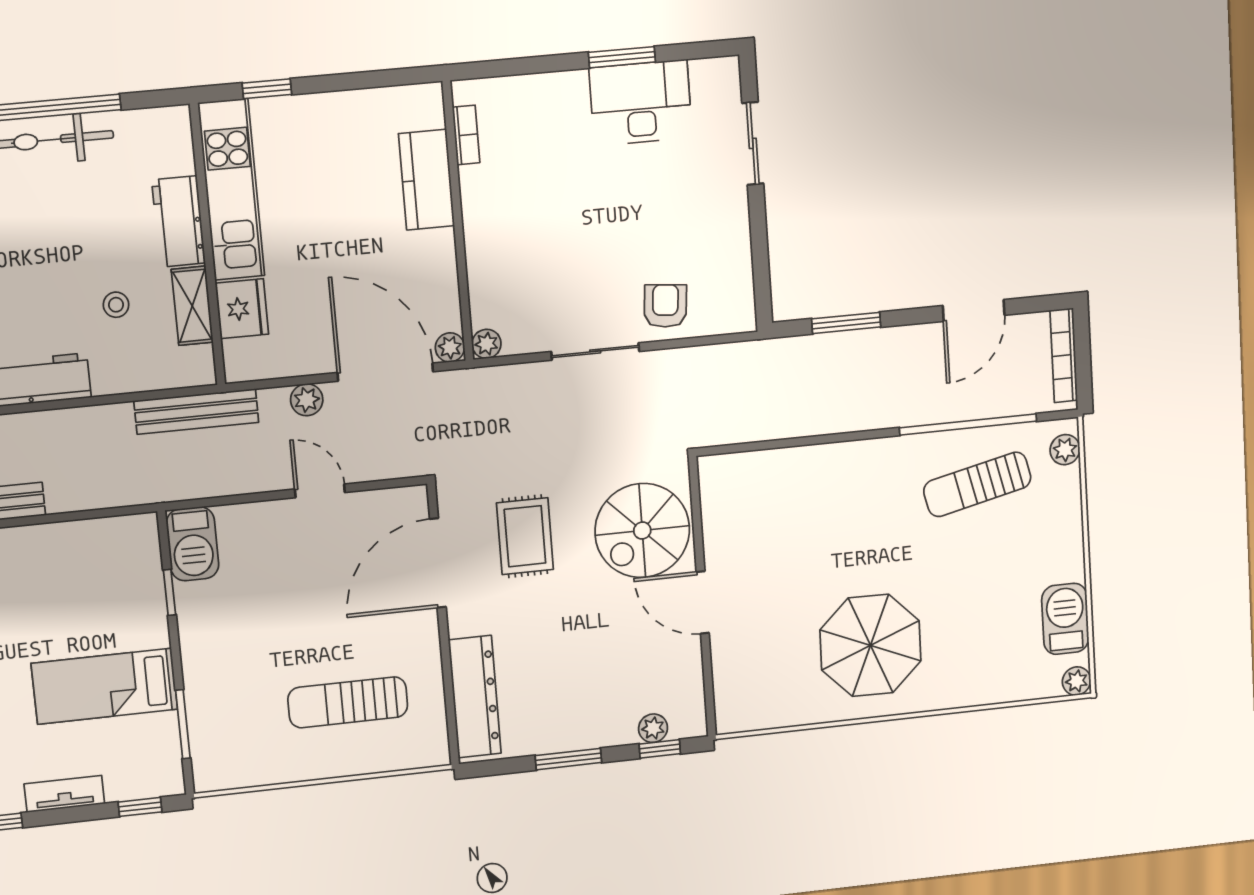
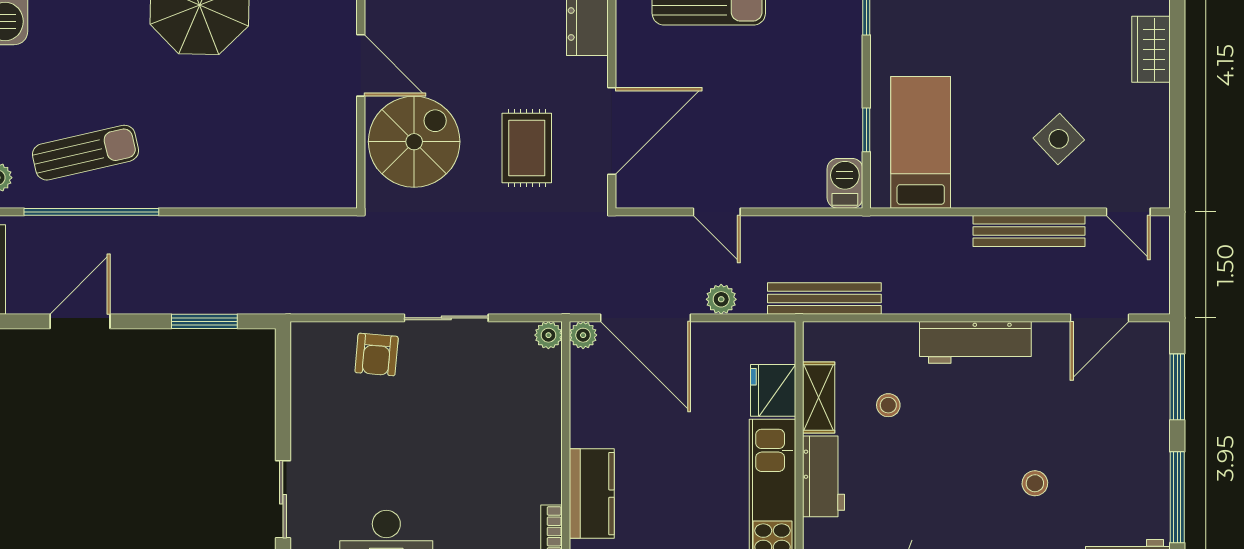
barbecue: (193, 544) -> (845, 183), width x0.73, depth x0.79
bed: (104, 686) -> (921, 142), moved, turned -90

